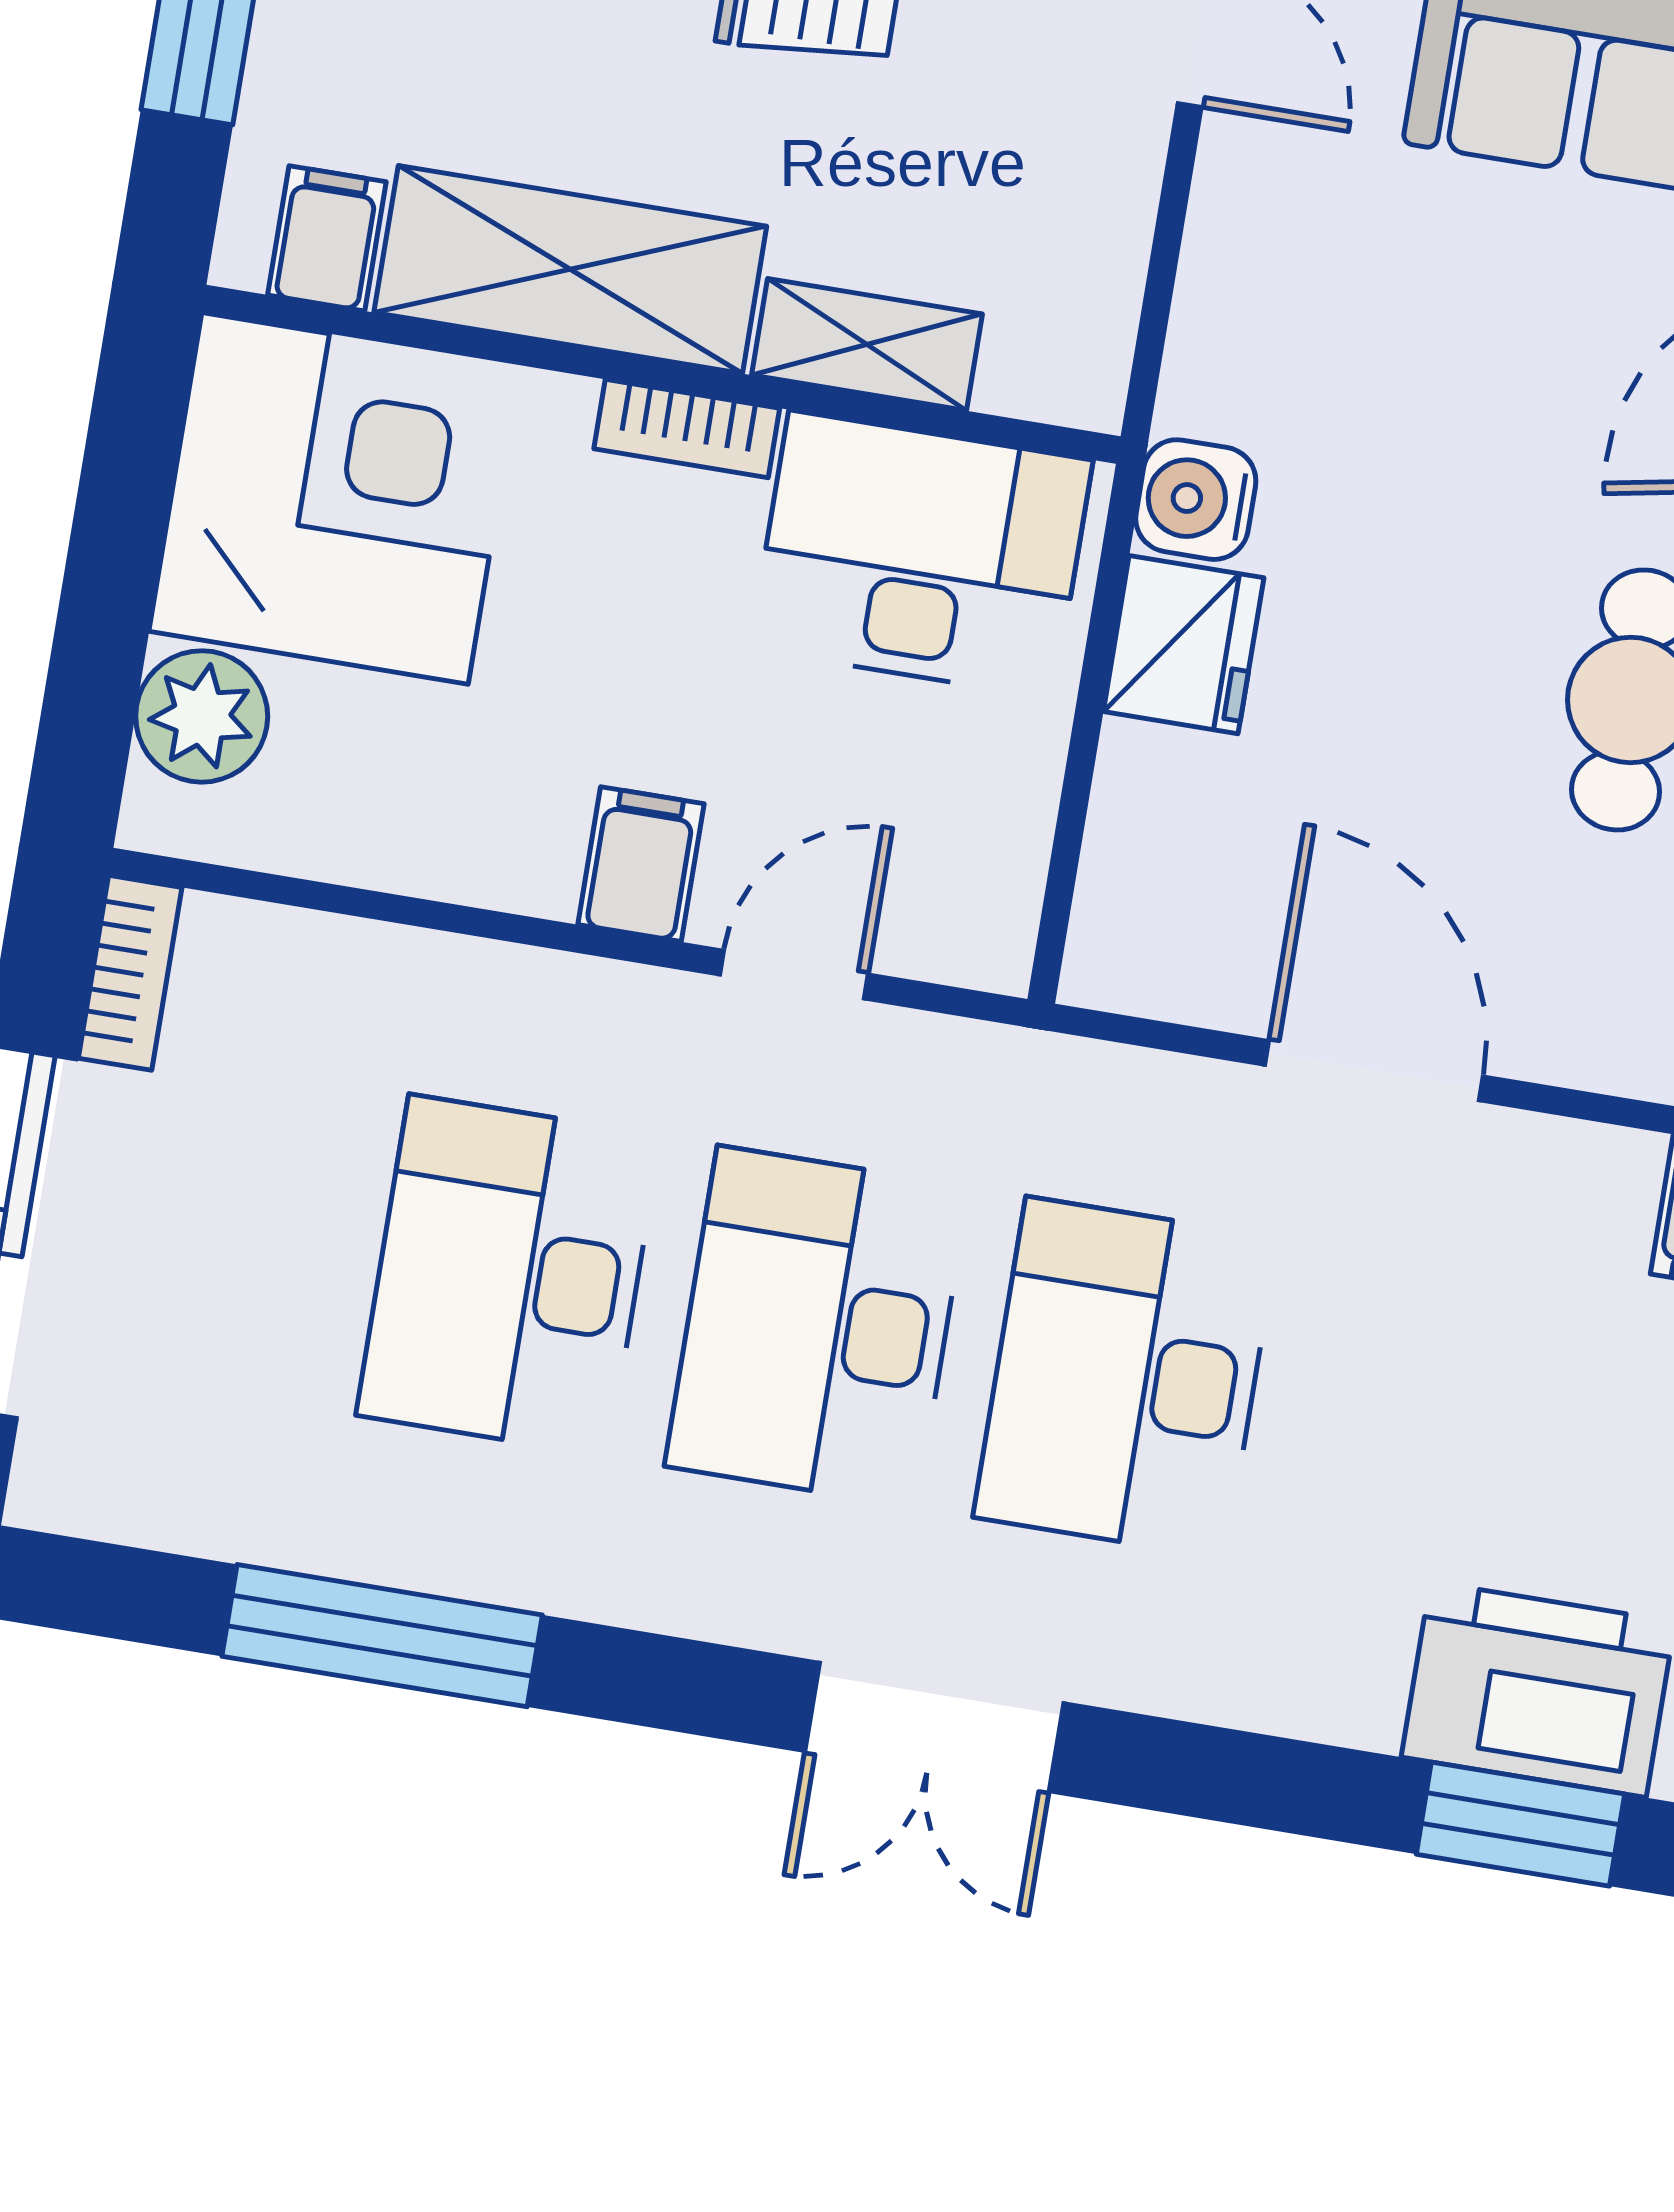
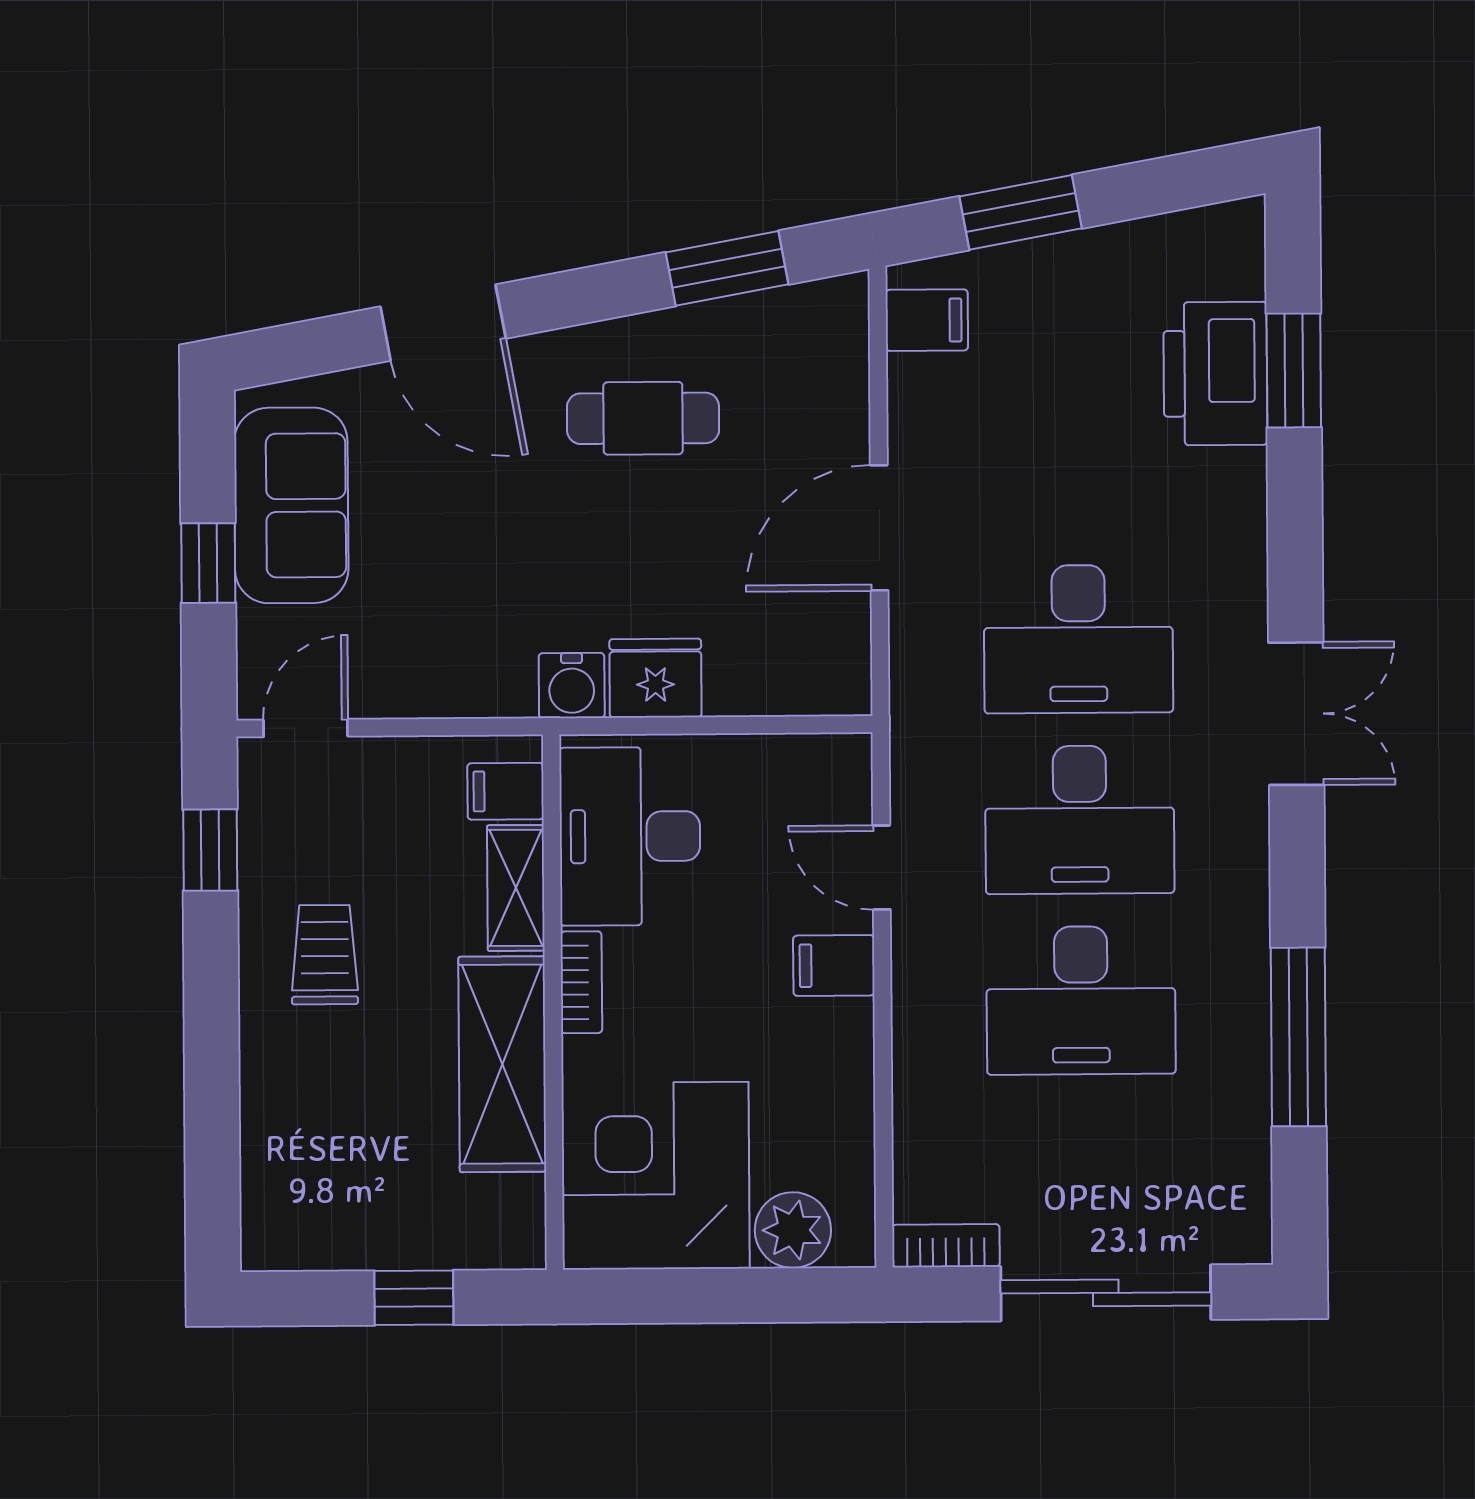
filing cabinet: (327, 238) -> (505, 791), moved

